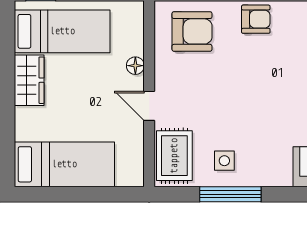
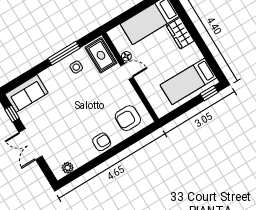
armchair: (256, 19) -> (102, 142), turned 180
floor lamp: (135, 66) -> (126, 56), moved
wardrobe: (29, 80) -> (180, 33), moved

